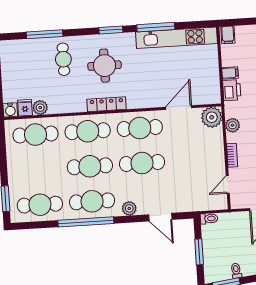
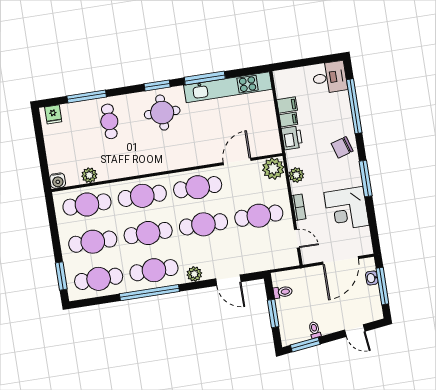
filing cabinet: (228, 35) -> (287, 105), moved, turned -90
round table: (105, 66) -> (162, 113), moved
locker: (107, 104) -> (160, 165), removed
fridge: (25, 108) -> (53, 114), moved, turned 180
cafe table: (194, 160) -> (259, 216), added
cafe table: (38, 170) -> (93, 242), added
door: (228, 184) -> (297, 239), swing flipped
toilet: (209, 219) -> (283, 292), moved

